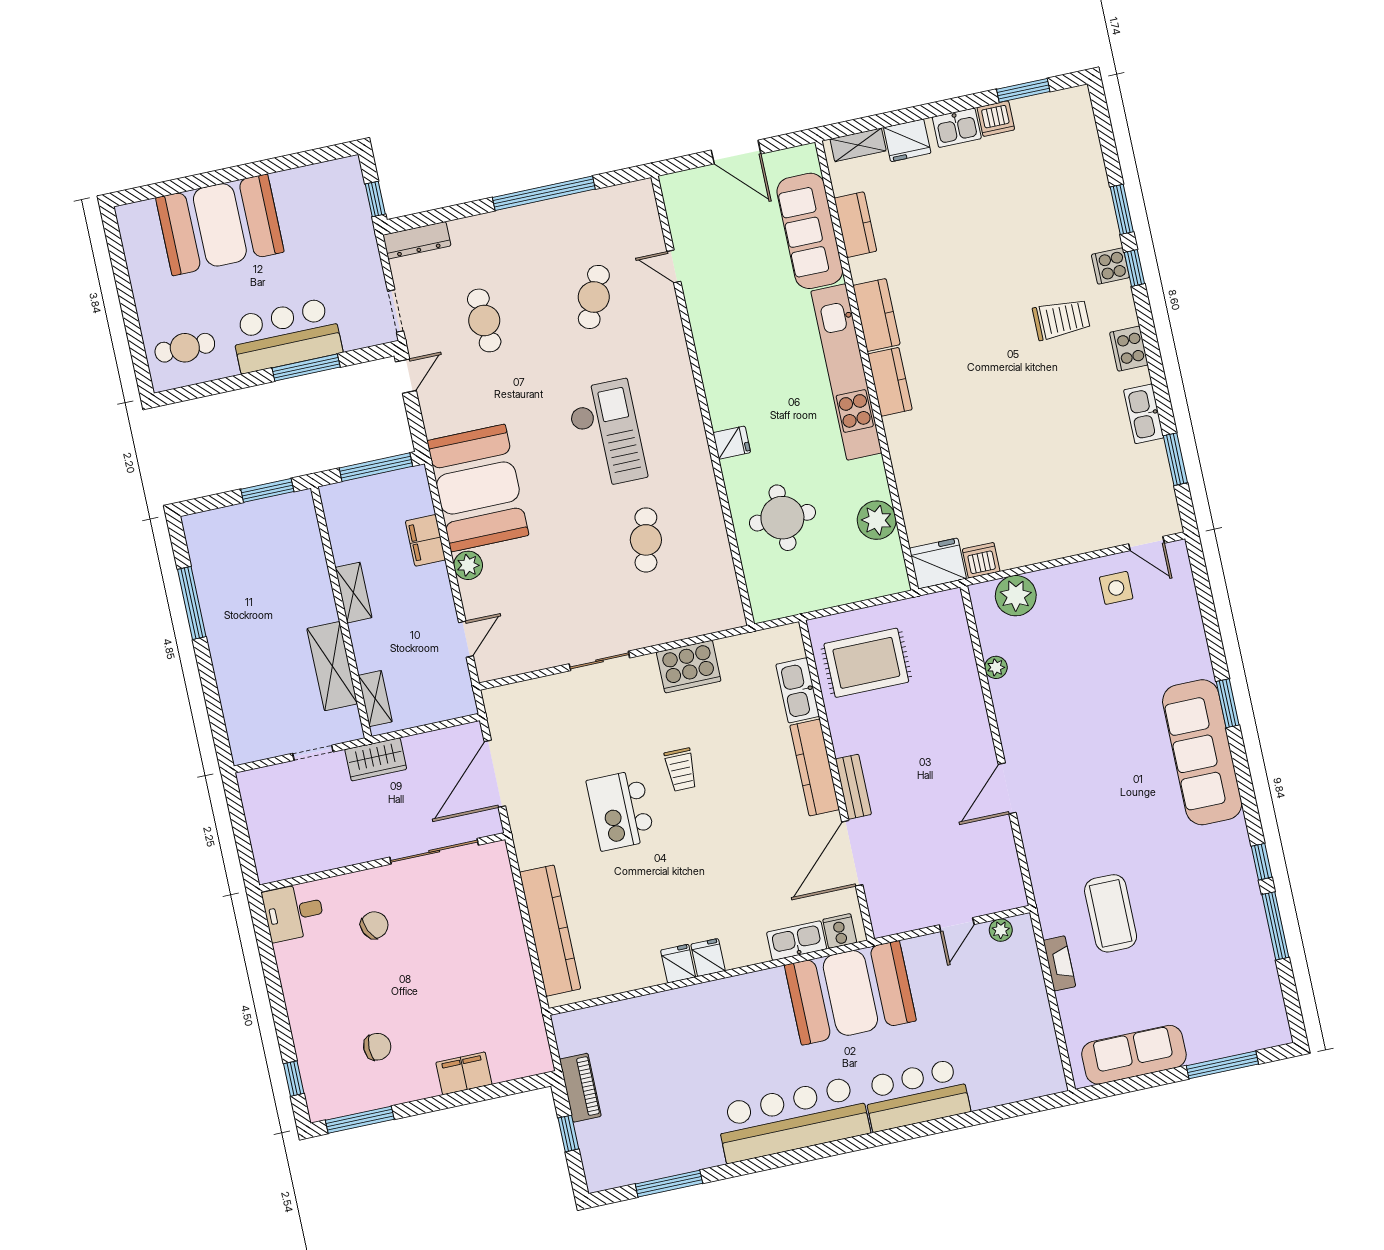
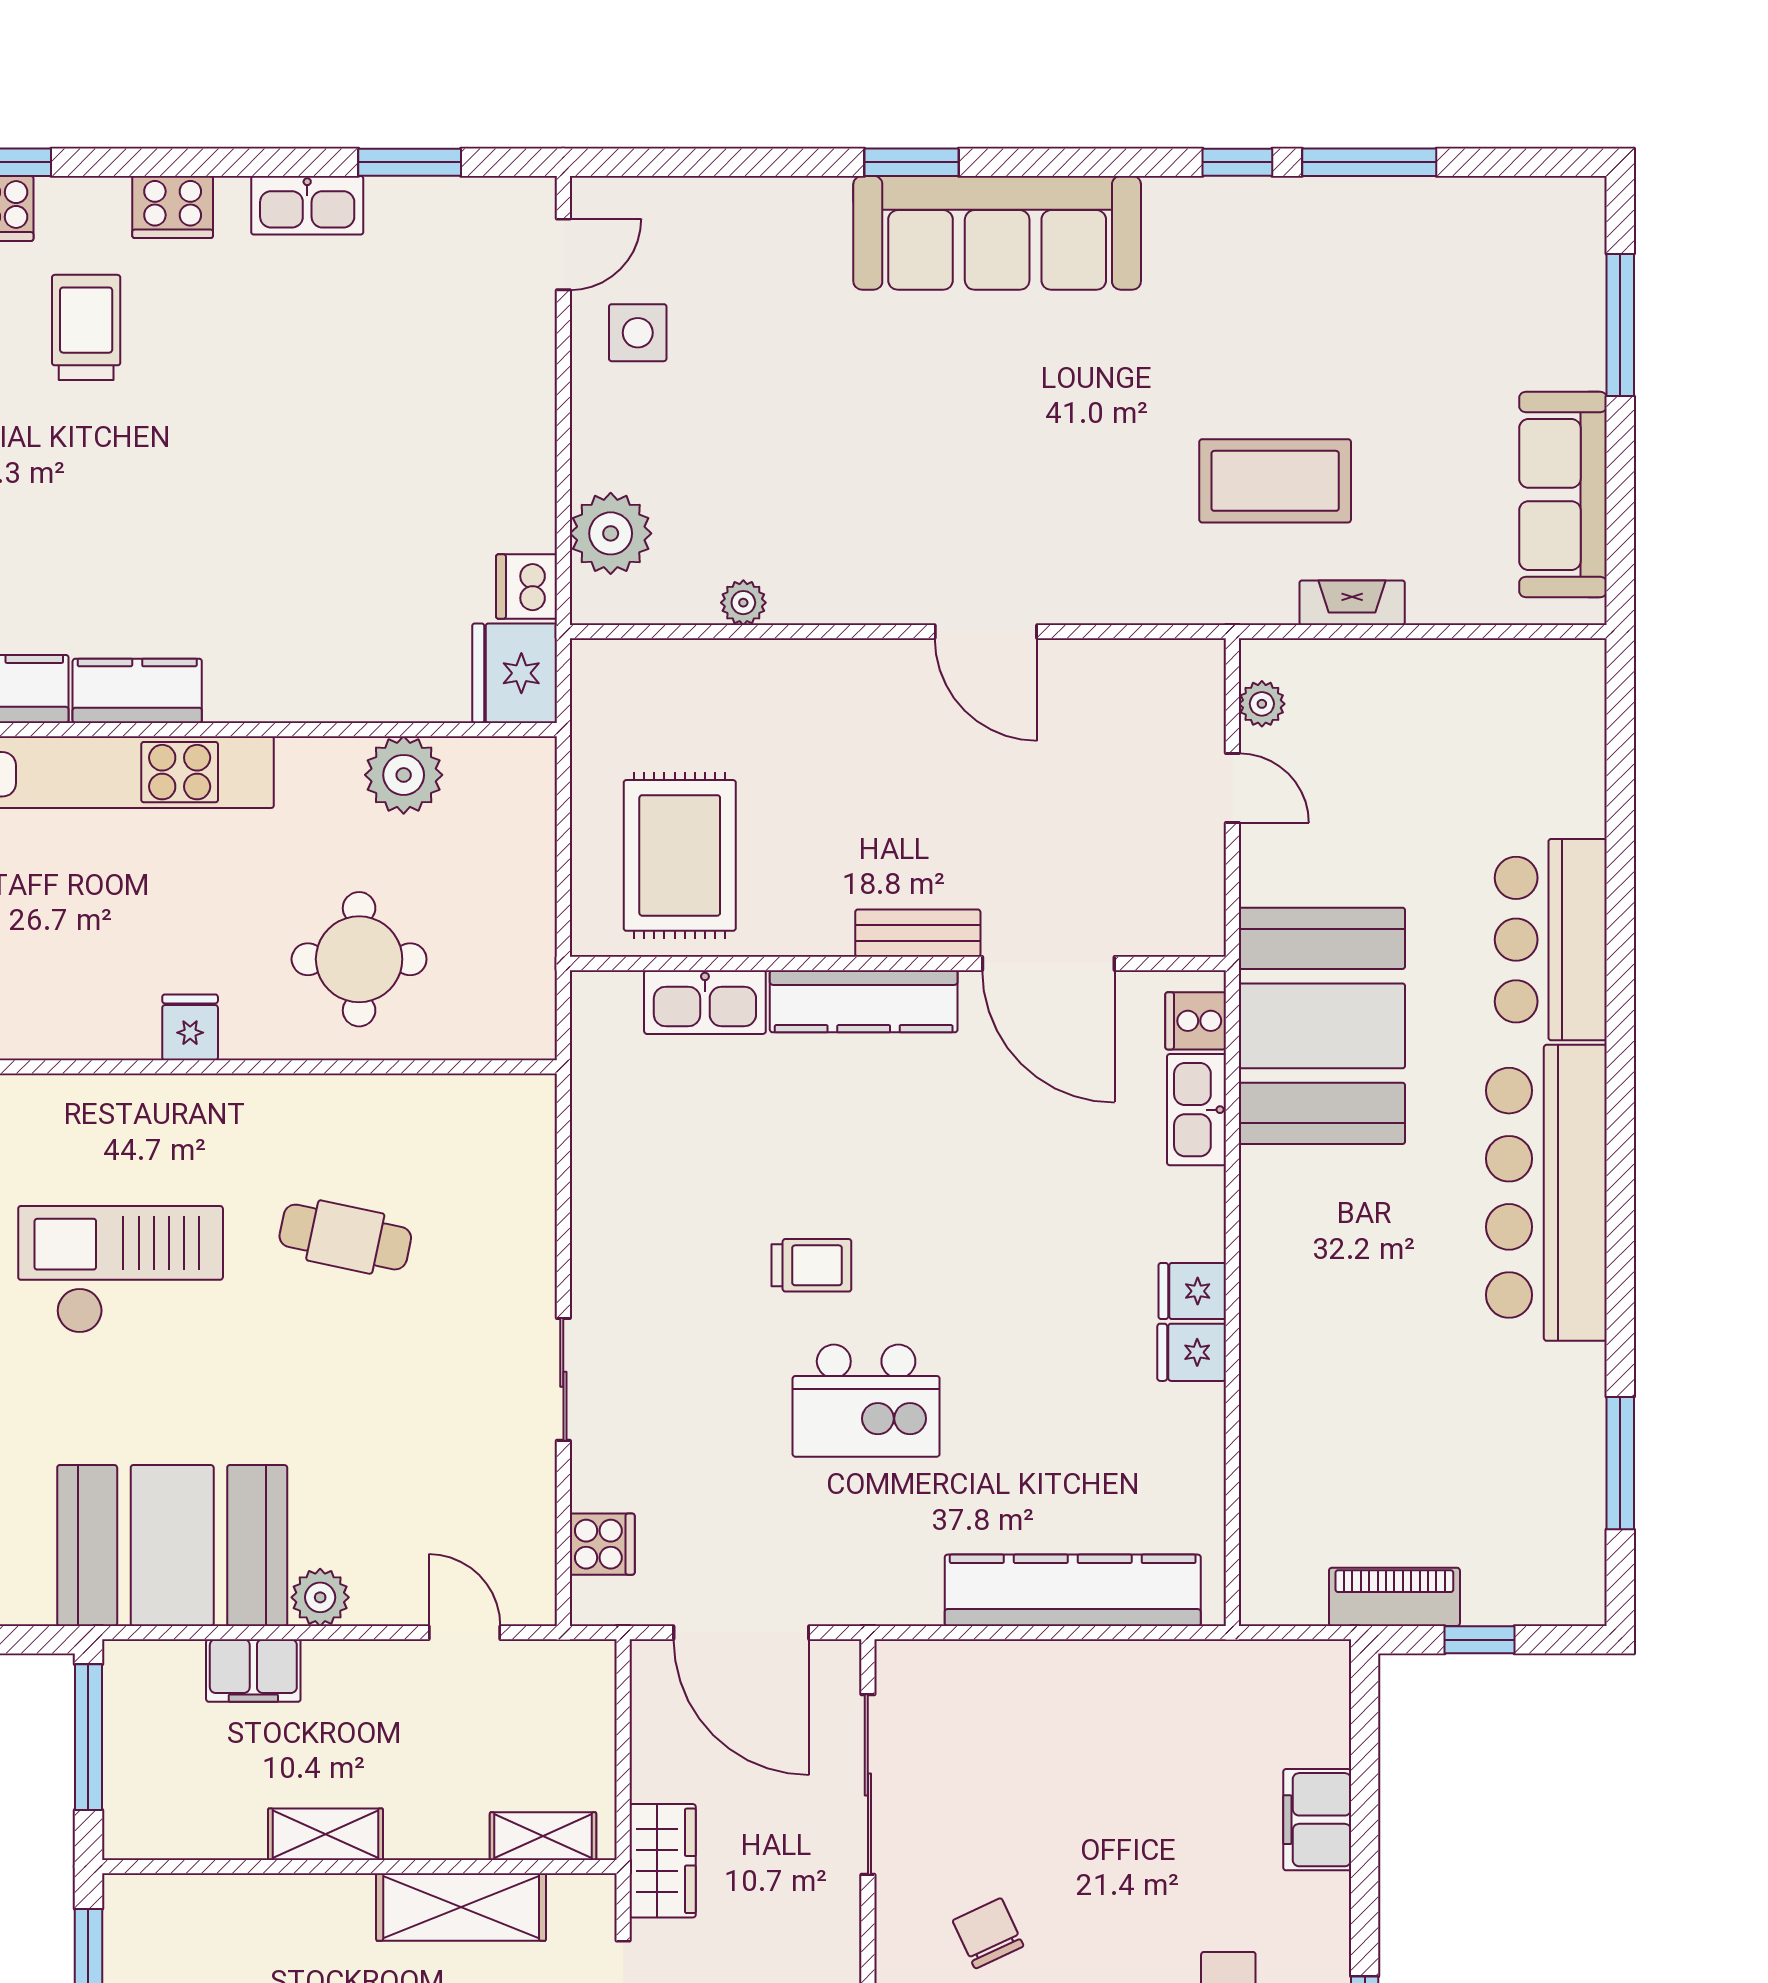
cooker: (689, 667) -> (602, 1544), moved, width x0.53, depth x0.76

